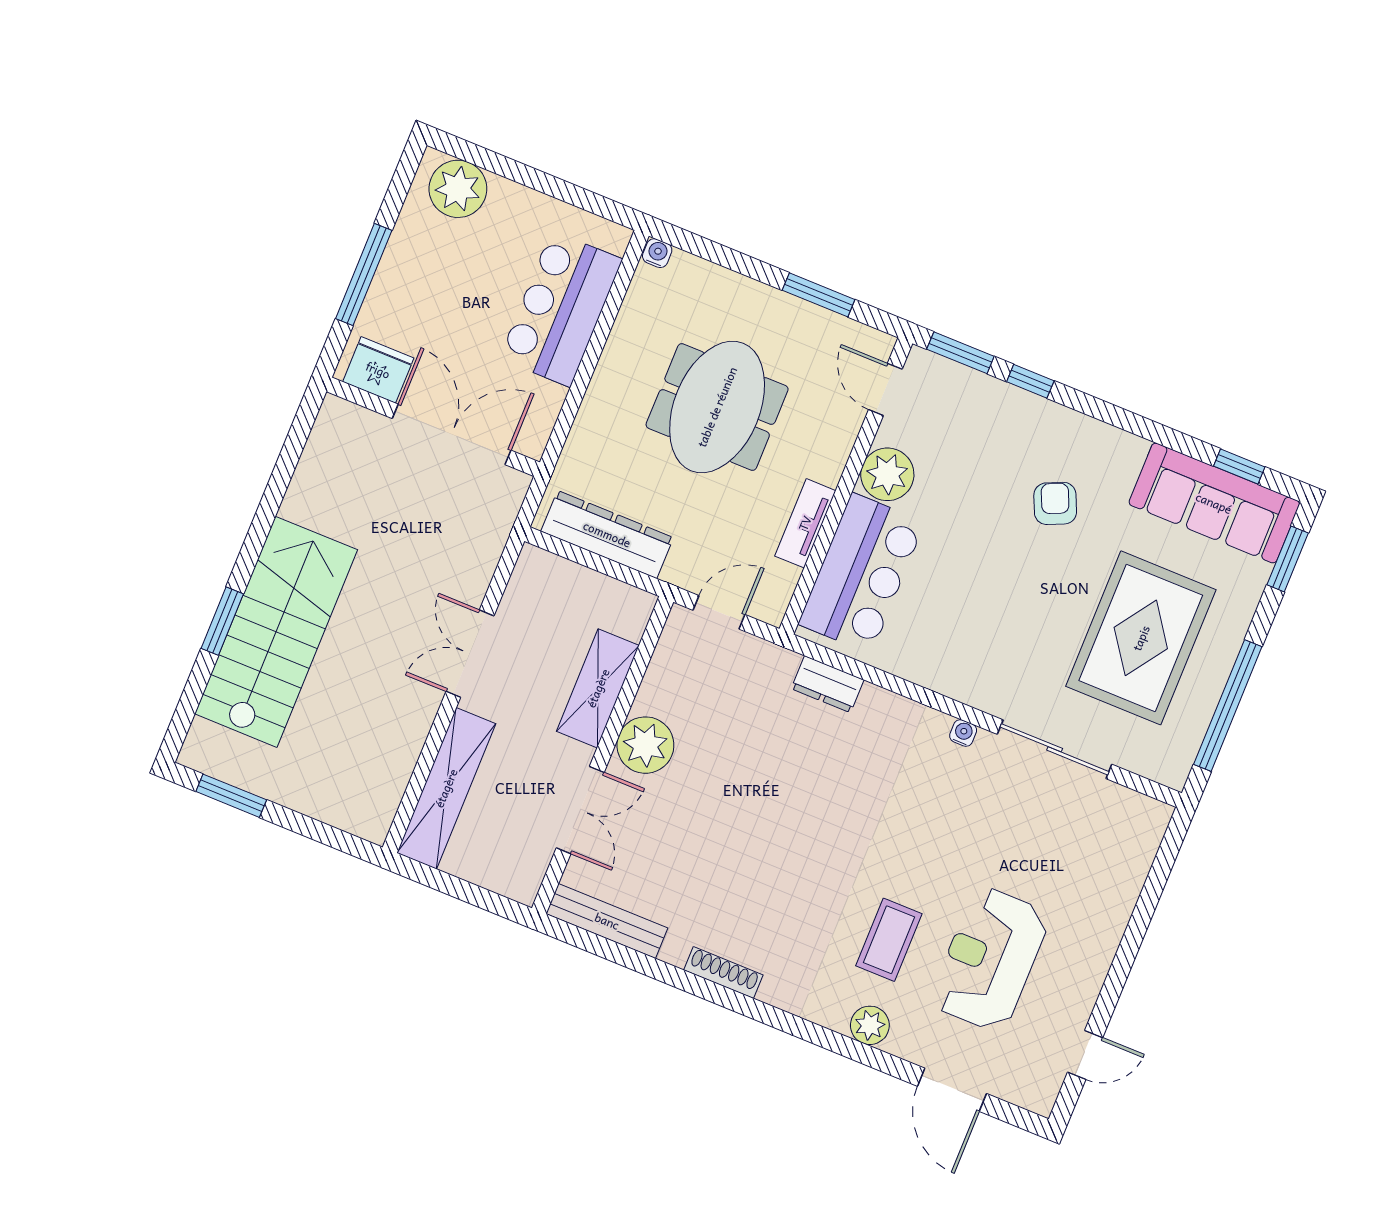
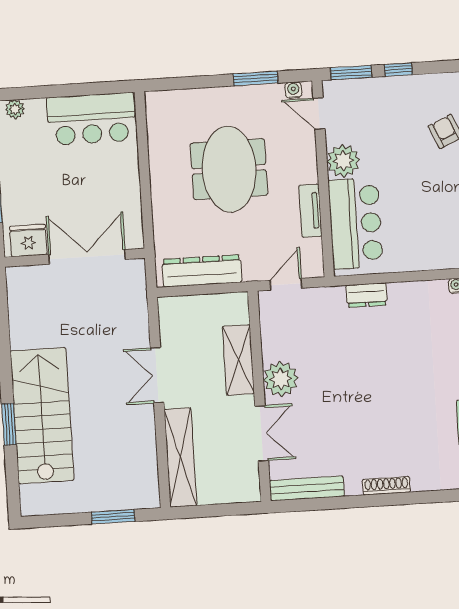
plant: (458, 189) -> (15, 109), width x0.53, depth x0.53
water cooler: (657, 253) -> (293, 90), moved
bar counter: (561, 309) -> (91, 119), moved, turned -90
window: (231, 796) -> (113, 517), moved

